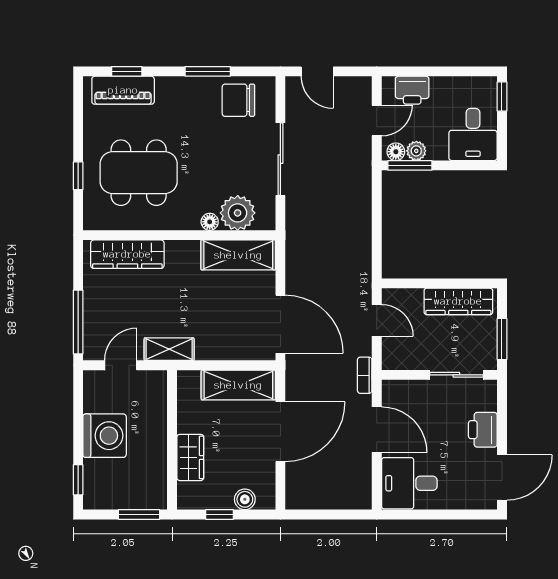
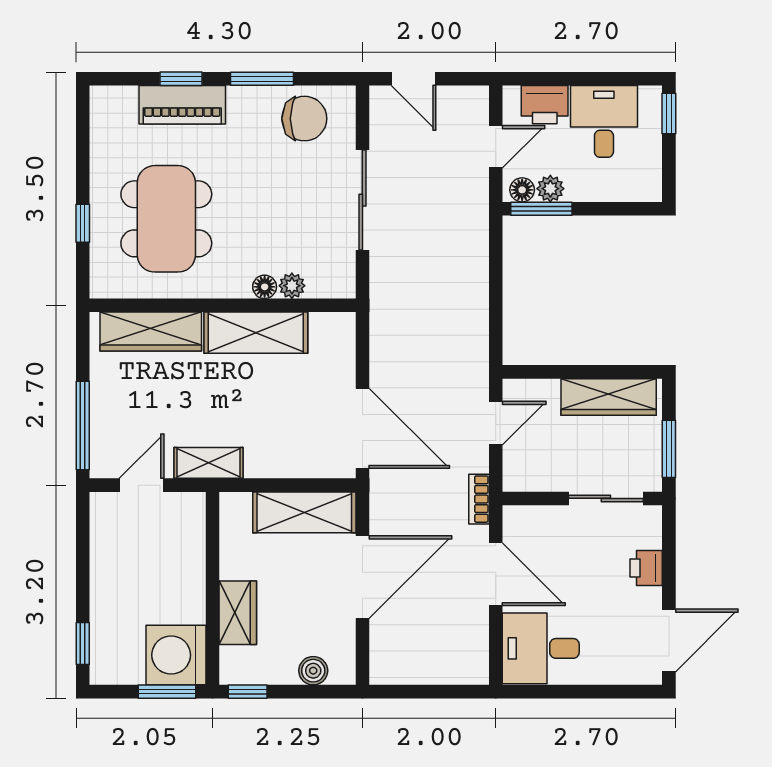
window: (127, 71) -> (181, 79), moved
piano: (123, 90) -> (182, 105), moved
chair: (238, 100) -> (304, 119), turned 180
desk: (473, 135) -> (604, 121), moved, turned 180
dining table: (139, 173) -> (166, 219), turned 90
plant: (238, 213) -> (292, 286), width x0.53, depth x0.53
shelving: (238, 255) -> (256, 333), moved
door: (377, 320) -> (496, 423), hinge flipped
printer: (483, 430) -> (646, 568), width x0.73, depth x0.81
washing machine: (105, 436) -> (176, 655), moved, turned 180
window: (220, 514) -> (248, 692), moved

